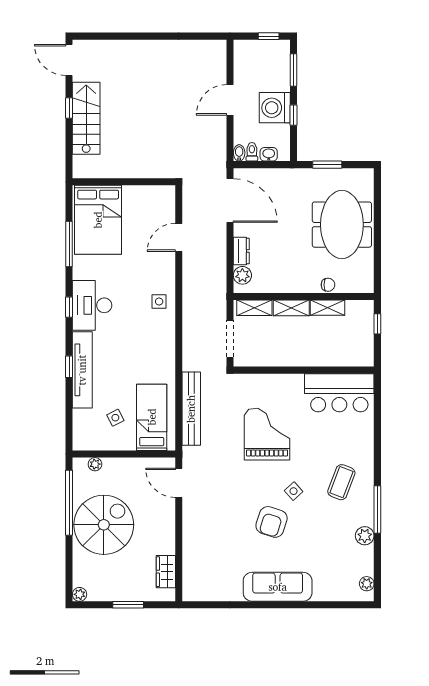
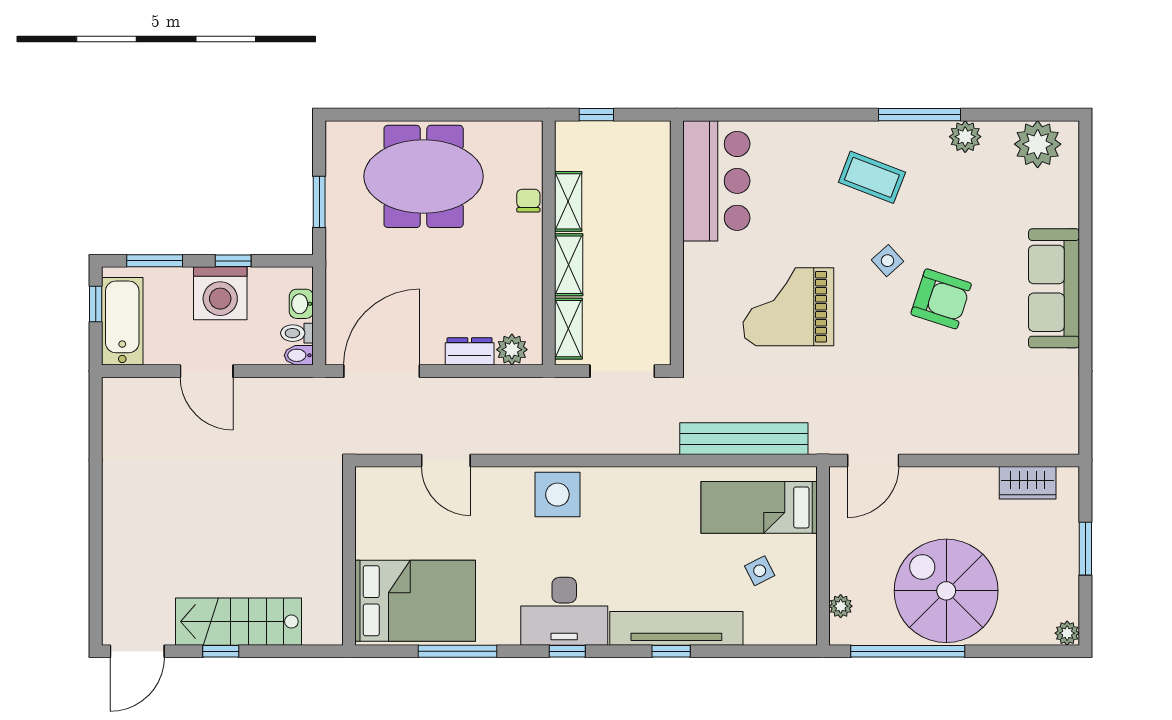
bathtub: (259, 51) -> (122, 321), added
side table: (159, 301) -> (557, 495), width x1.87, depth x1.87
plant: (367, 584) -> (1038, 144), width x1.88, depth x1.88

